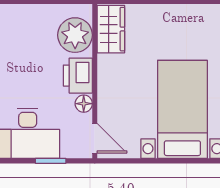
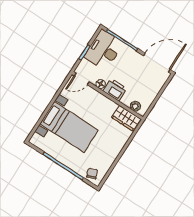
plant: (75, 35) -> (135, 106), width x0.53, depth x0.53

